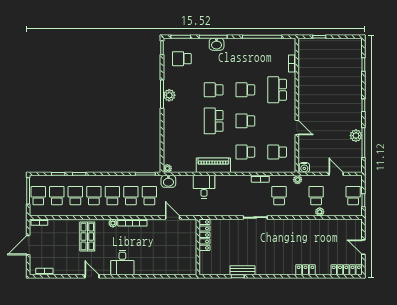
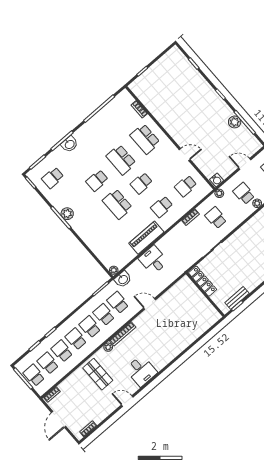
school desk: (245, 90) -> (121, 160), width x1.85
locker: (205, 235) -> (203, 281), moved
wall: (198, 247) -> (205, 295), moved

